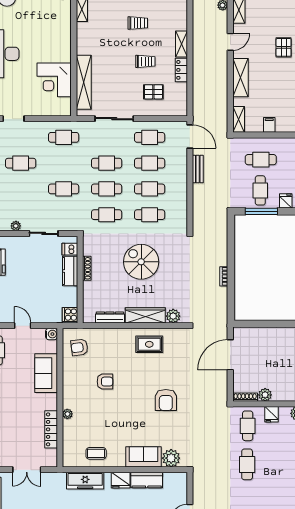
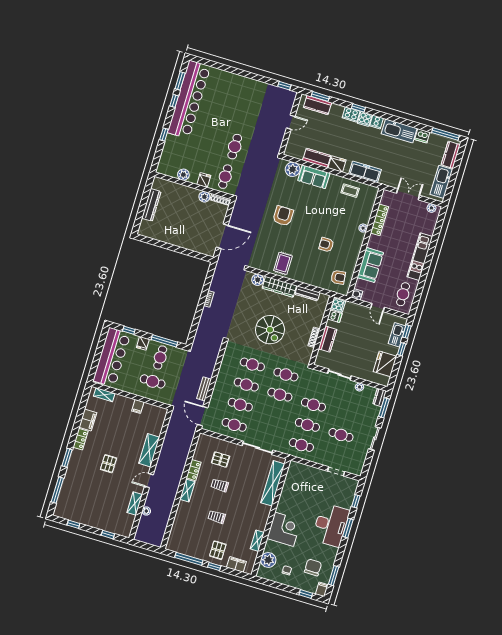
corner desk: (54, 80) -> (284, 529), moved
shelving: (239, 119) -> (160, 418), removed
cafe table: (107, 163) -> (307, 425), moved
dishwasher: (70, 249) -> (335, 316), moved
rug: (149, 344) -> (283, 263), turned 90

